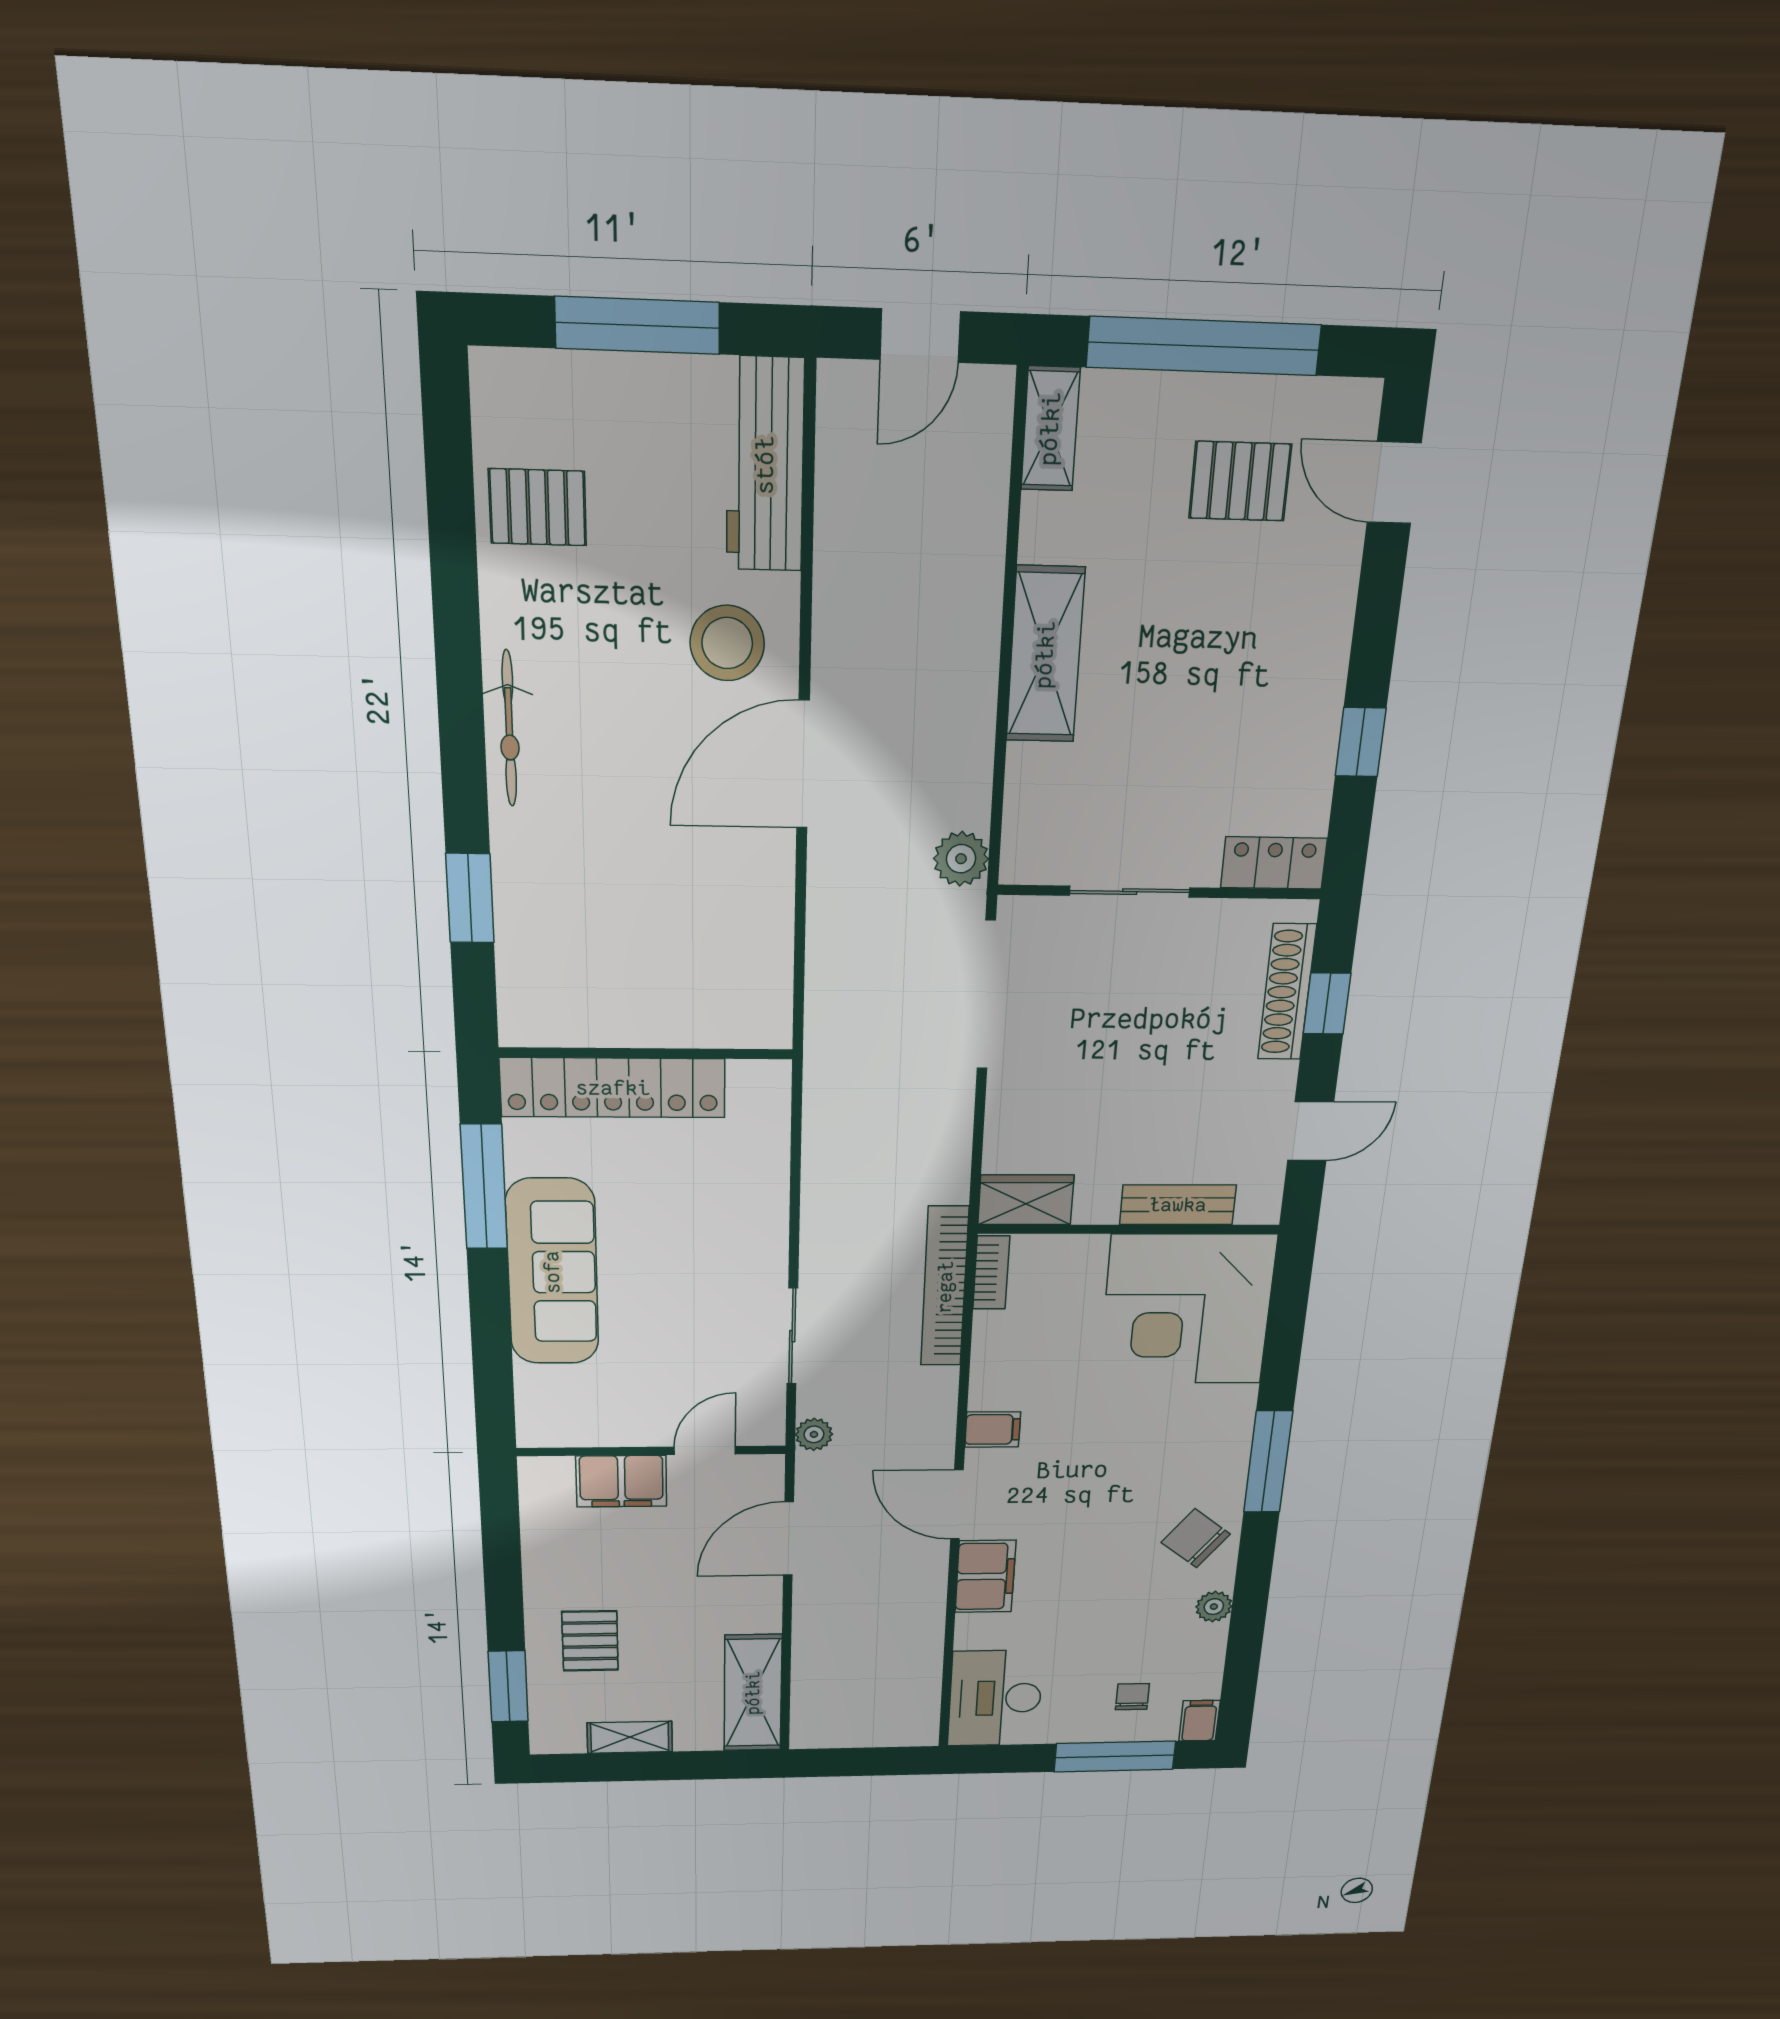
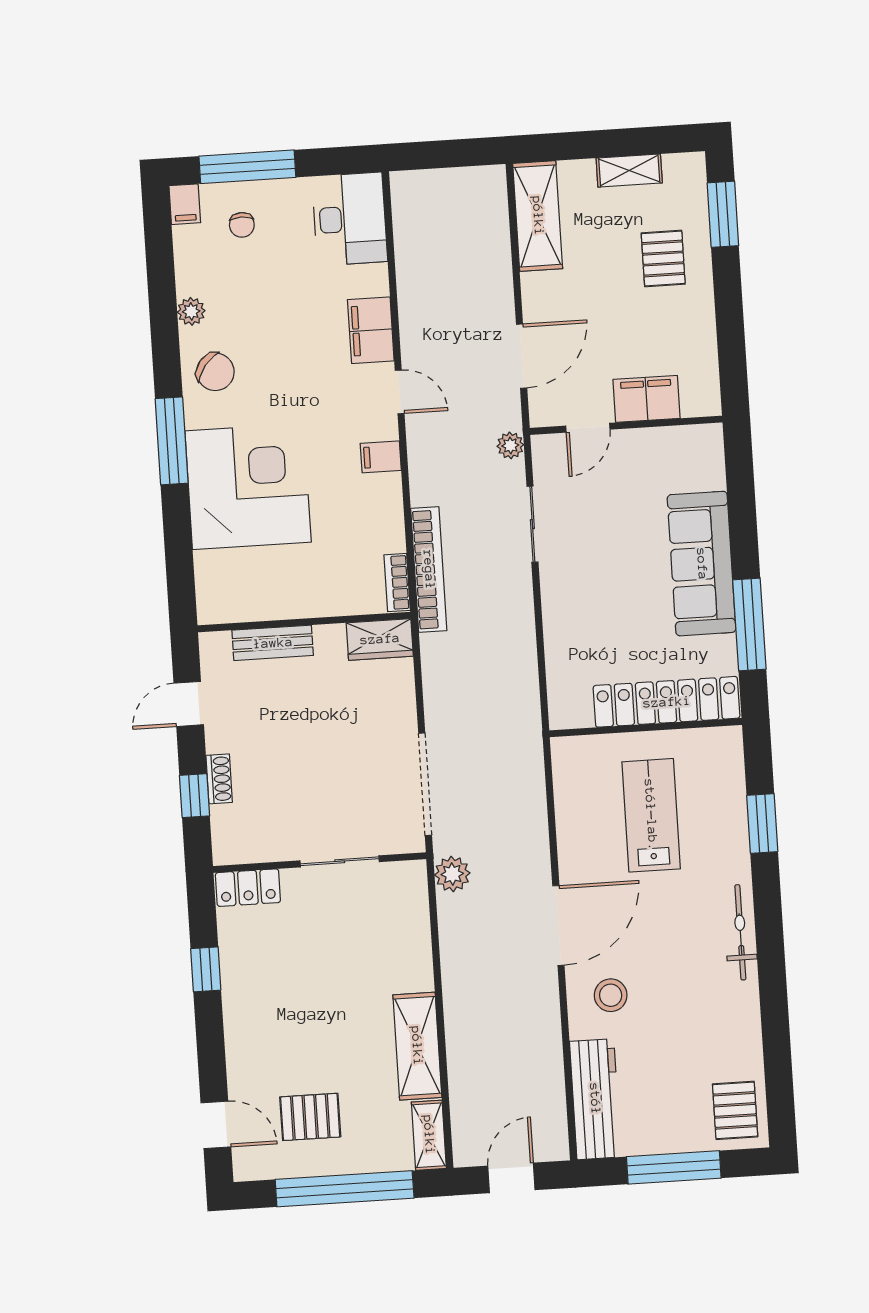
pallet: (538, 507) -> (735, 1110), moved, turned 90
stool: (727, 643) -> (611, 995), width x0.73, depth x0.73
shelving: (1045, 655) -> (417, 1046), moved
lab bench: (645, 924) -> (651, 815), added
shoe rack: (1287, 992) -> (219, 779), width x0.51, depth x0.81
corner desk: (1187, 1310) -> (248, 486), moved
door: (957, 1505) -> (400, 392), width x0.73

